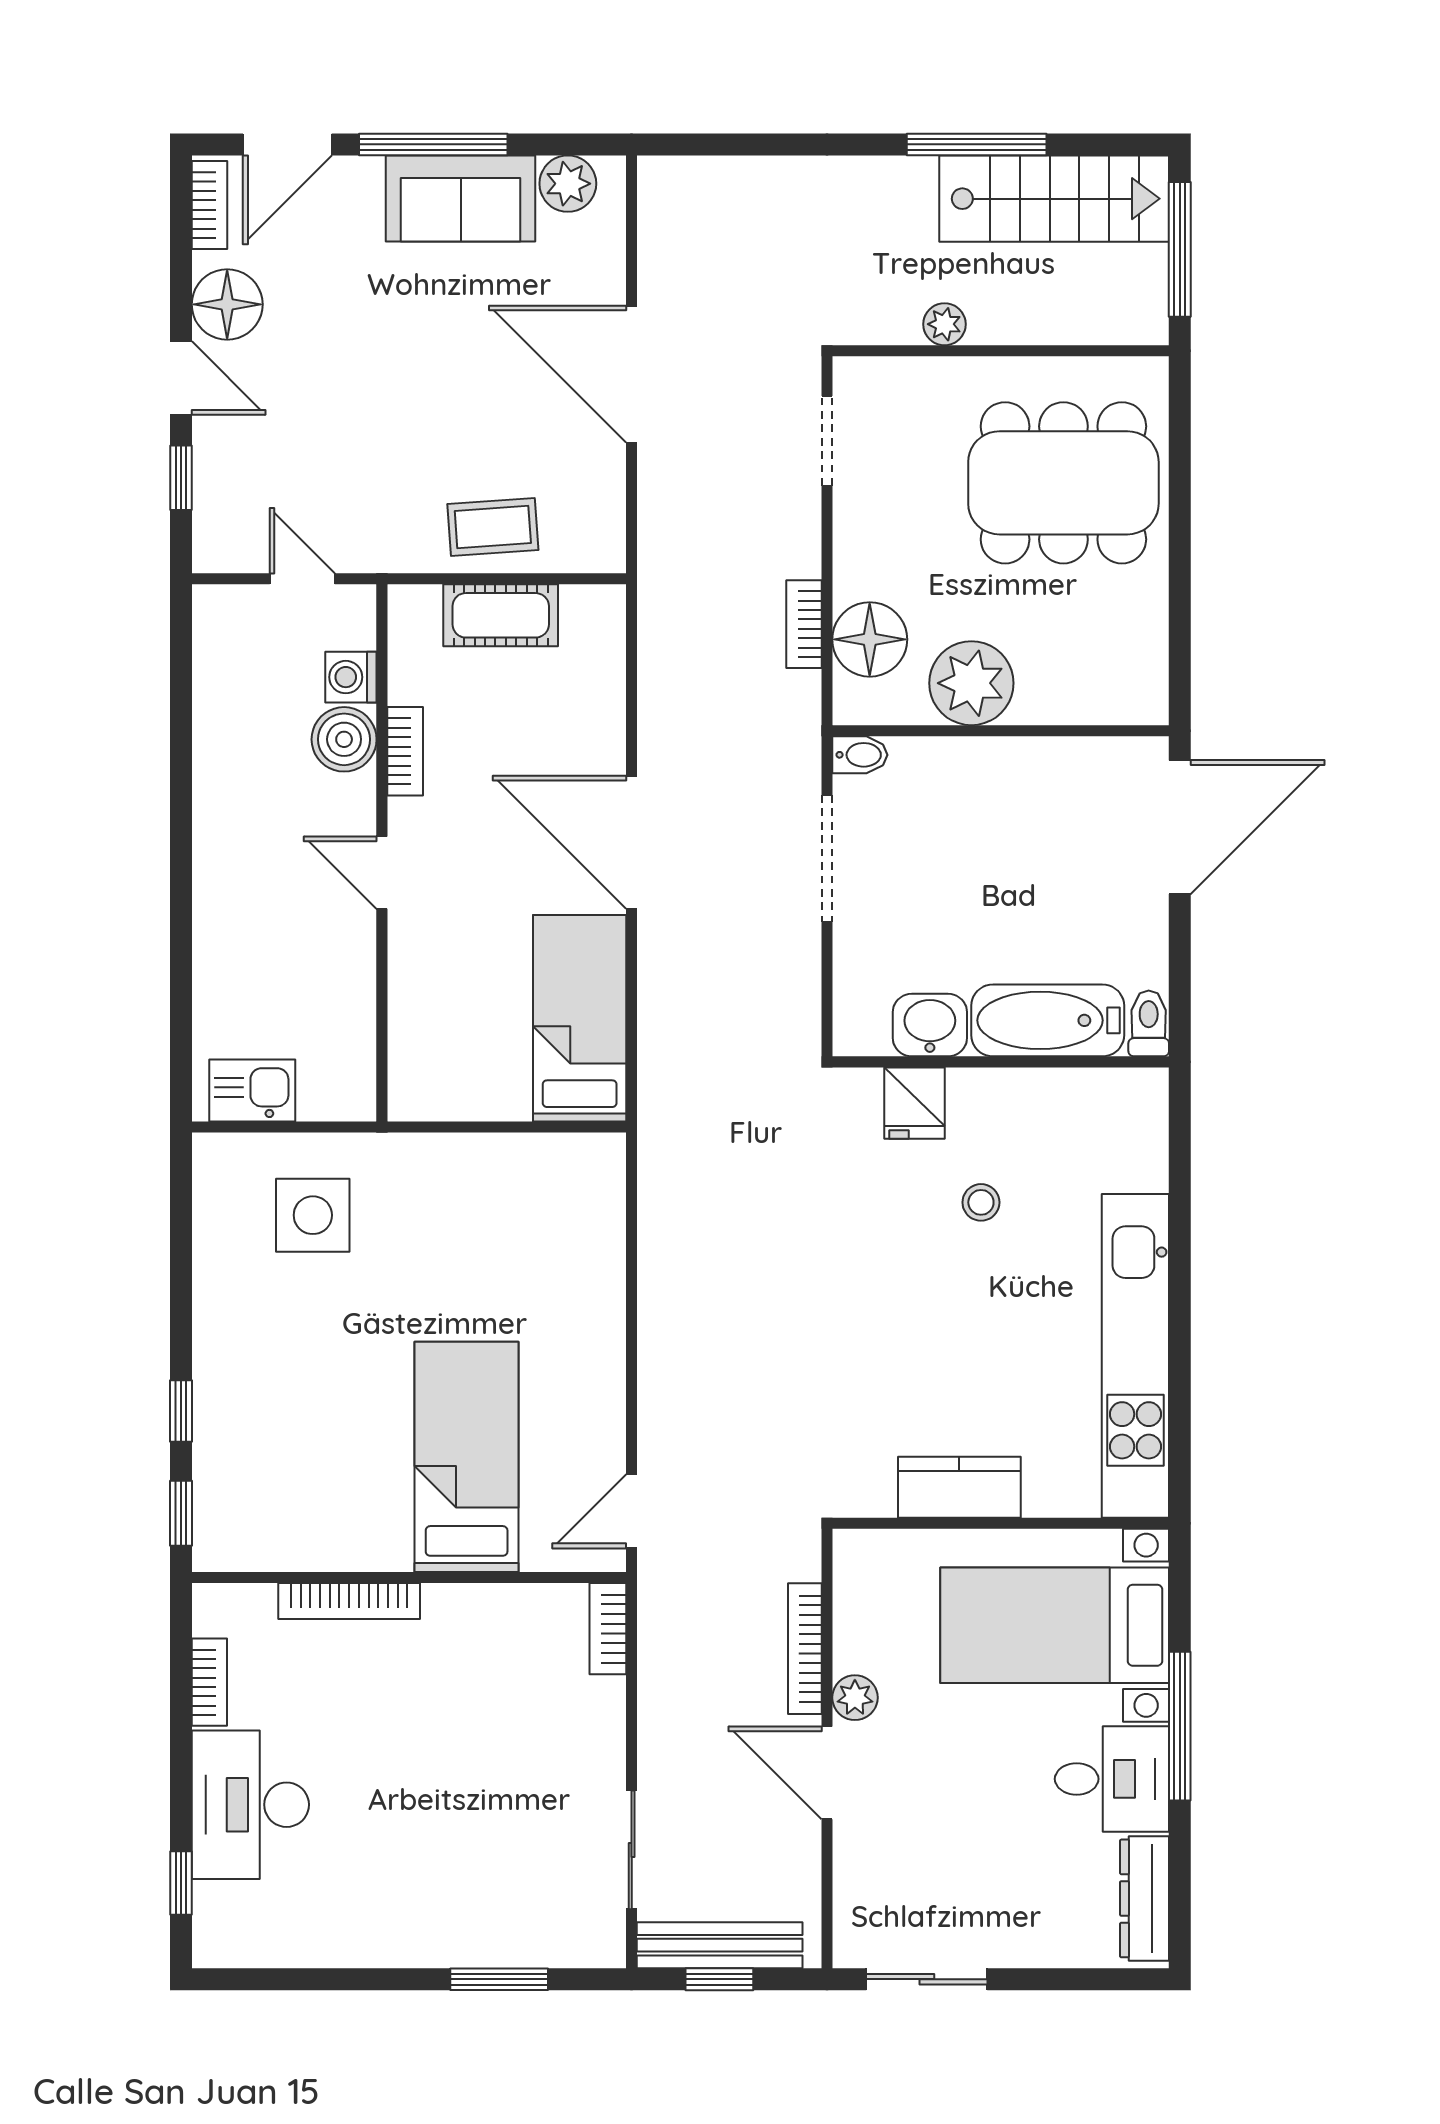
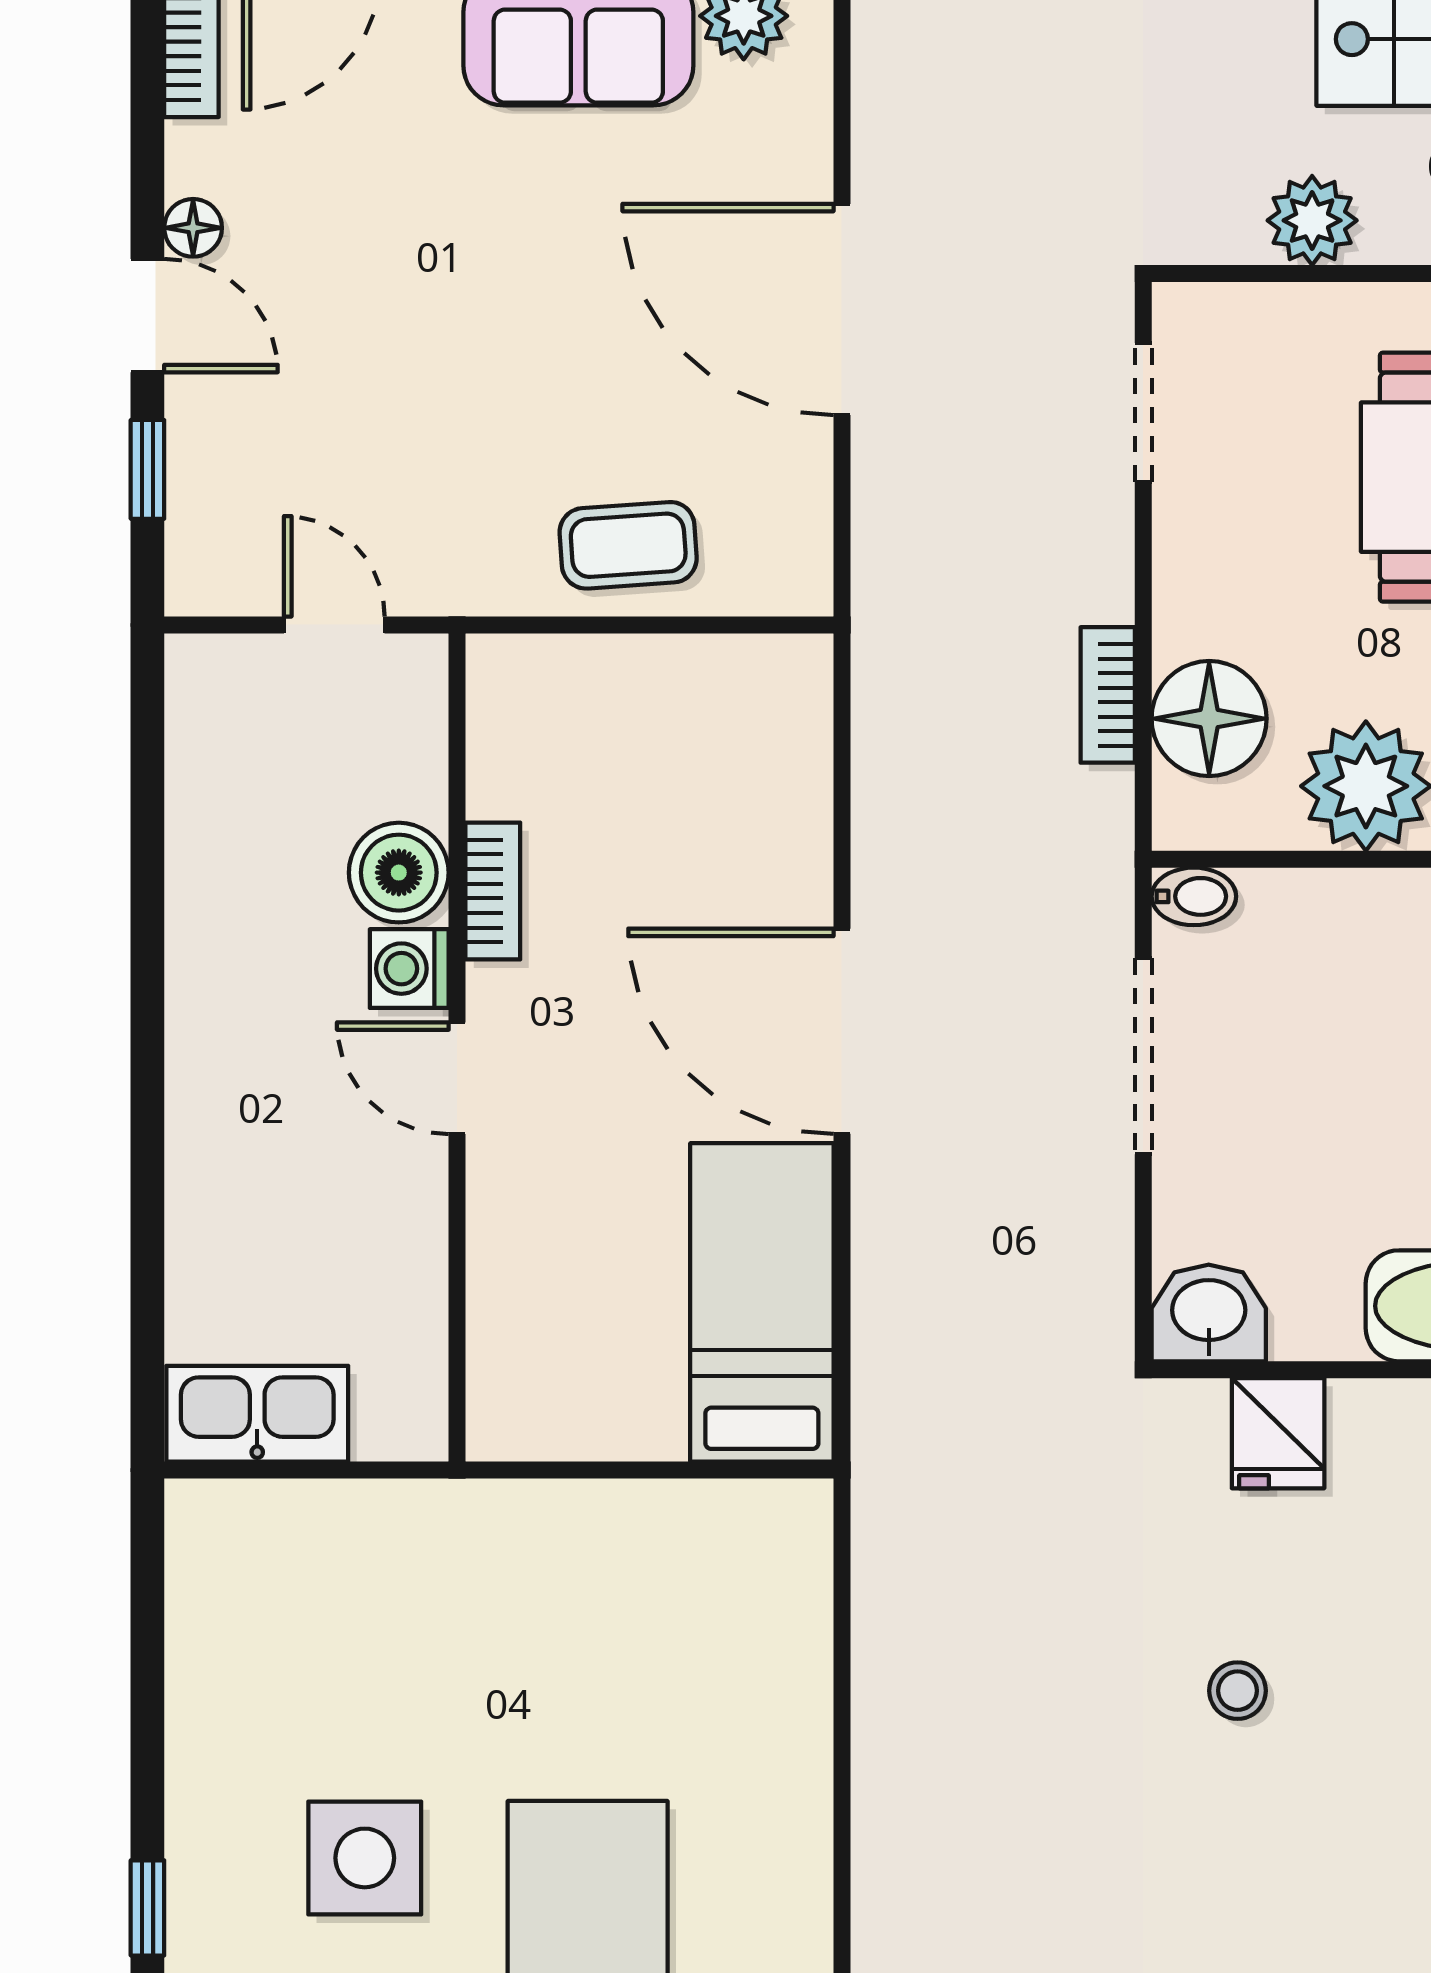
floor lamp: (227, 304) -> (193, 228), width x0.53, depth x0.53
plant: (944, 324) -> (1312, 220), width x1.38, depth x1.38
cot: (501, 615) -> (640, 681), removed
washing machine: (351, 677) -> (409, 969), moved
washbasin: (930, 1025) -> (1209, 1313), moved
kitchen sink: (252, 1090) -> (257, 1414), width x1.38
stool: (981, 1202) -> (1238, 1691), moved
side table: (313, 1215) -> (365, 1858), moved

